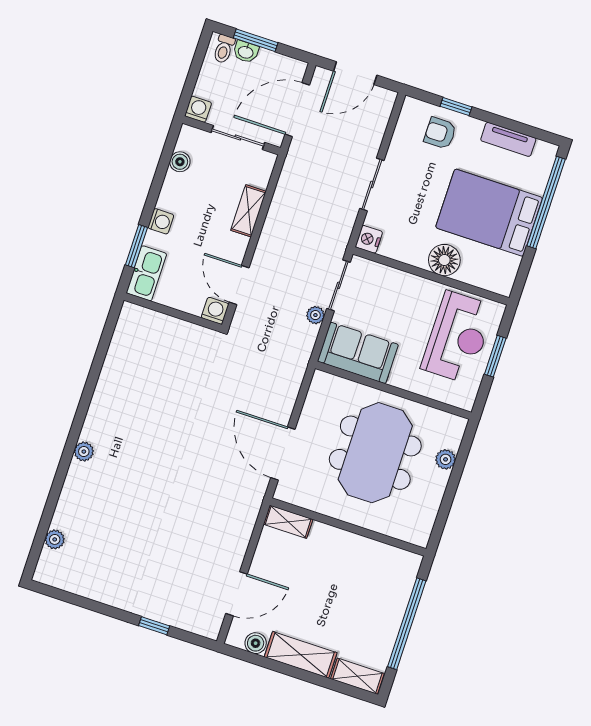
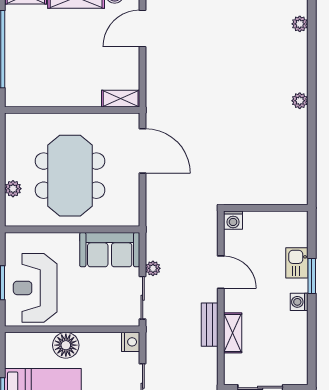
boiler: (180, 162) -> (300, 354), removed
bench: (272, 229) -> (210, 325), added
kitchen sink: (146, 273) -> (297, 263), width x0.73
washing machine: (215, 311) -> (233, 220), moved
wall: (173, 312) -> (266, 208), moved

